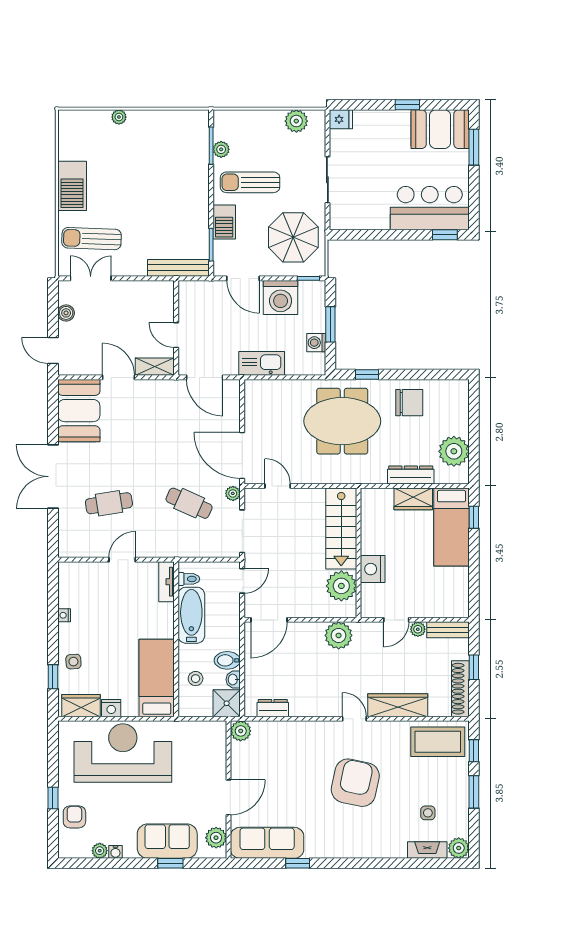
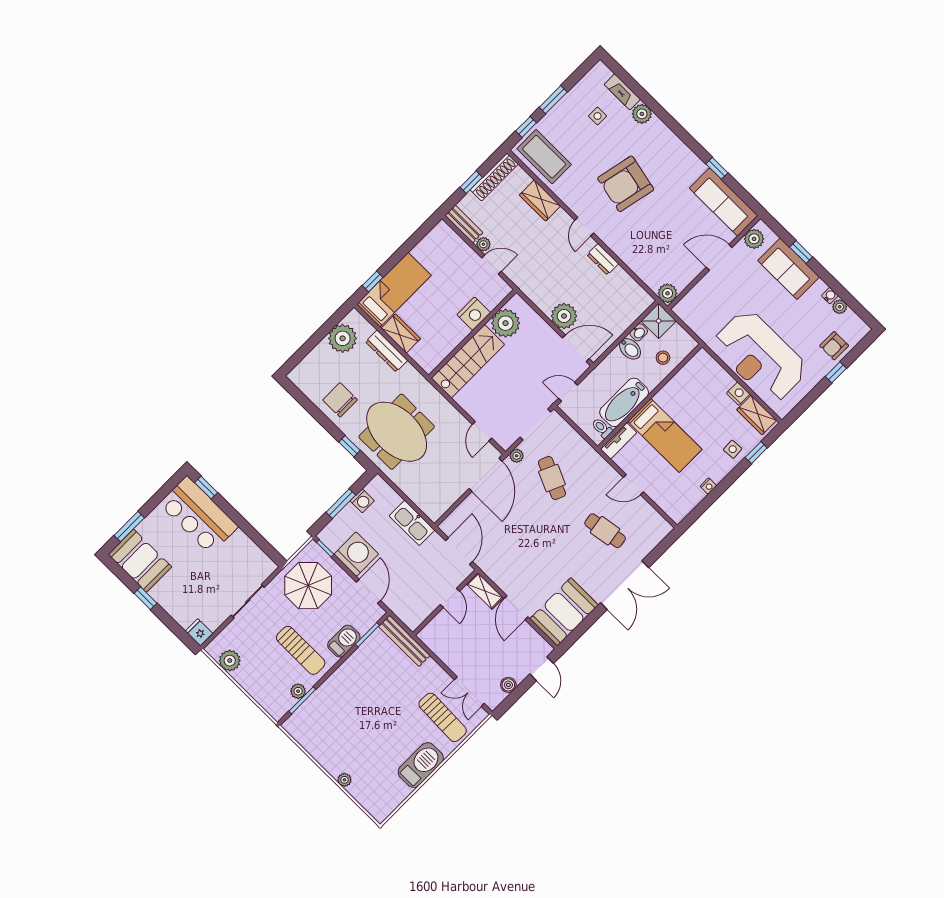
plant: (339, 635) -> (564, 316), moved
bed: (157, 678) -> (665, 435), moved, turned -90
wardrobe: (398, 705) -> (540, 200), width x0.67
dresser: (273, 708) -> (603, 259), moved
plant: (459, 848) -> (642, 114), moved

